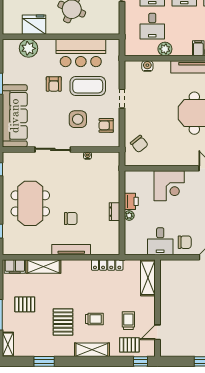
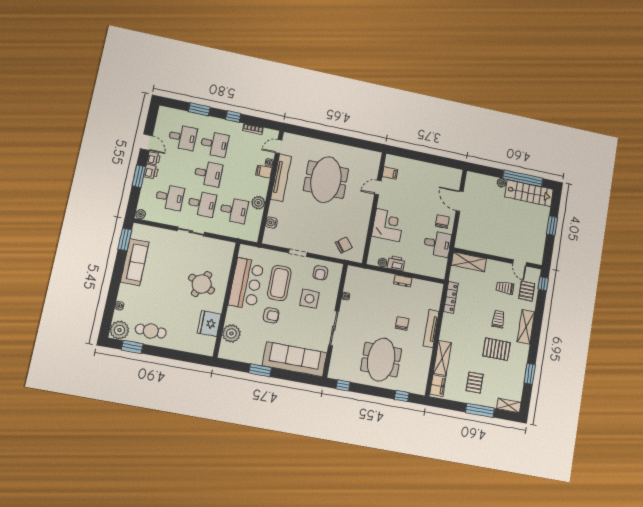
meeting table: (30, 203) -> (381, 360), turned 90
plant: (129, 215) -> (383, 263), moved

